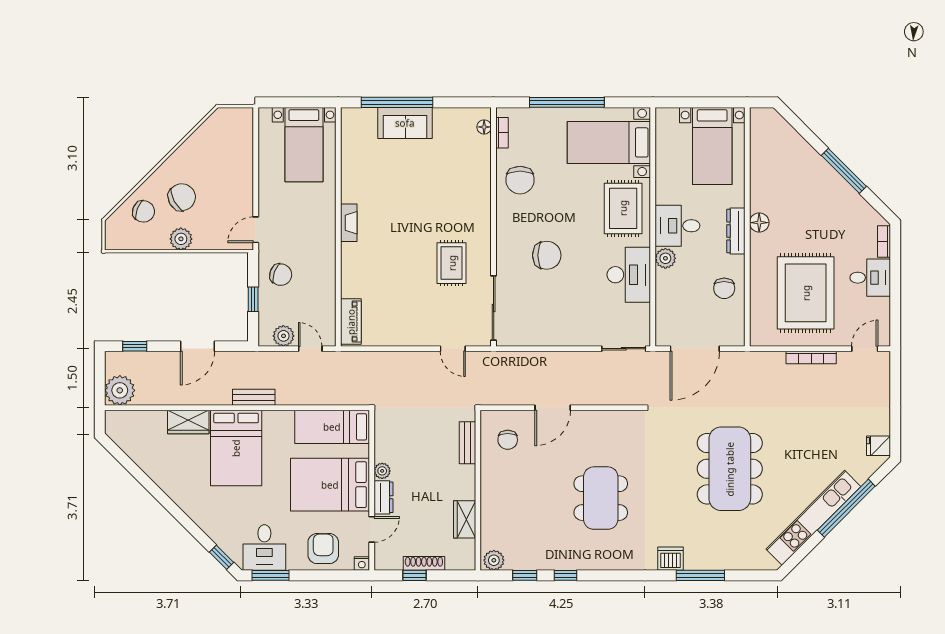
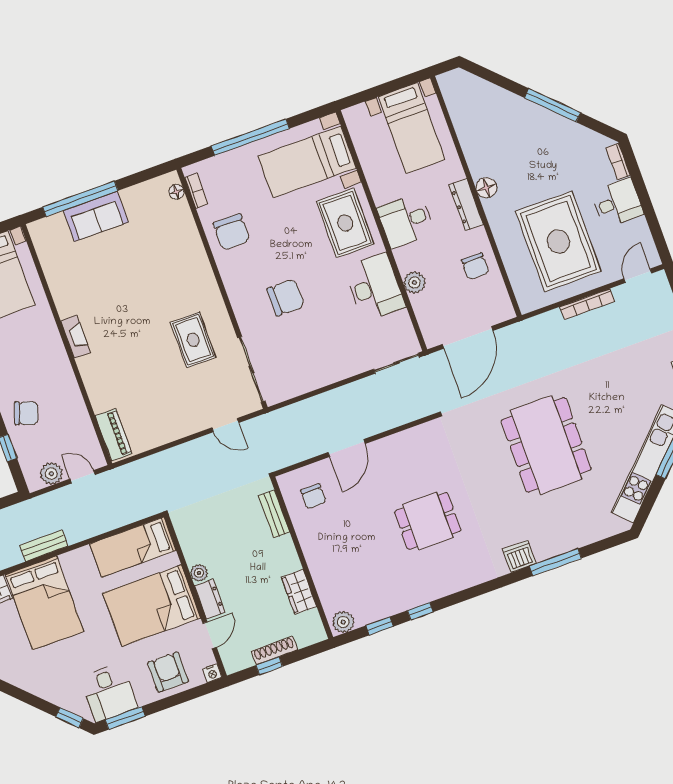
plant: (665, 258) -> (414, 282), moved
dining table: (601, 498) -> (428, 521), width x0.73

